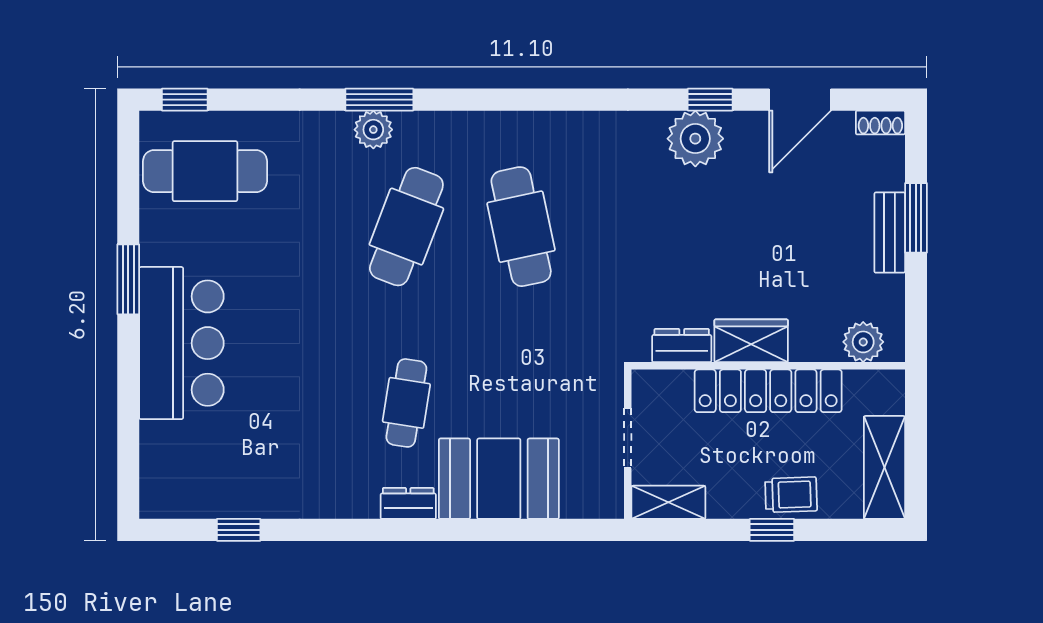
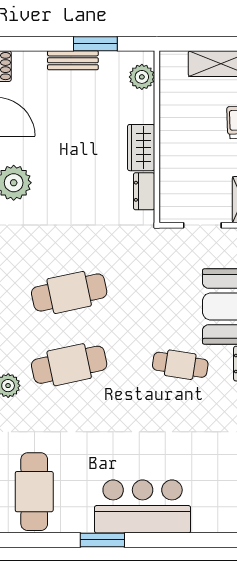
window: (916, 218) -> (95, 44), moved
cafe table: (406, 227) -> (69, 365), turned -33
locker: (768, 391) -> (173, 137), removed

